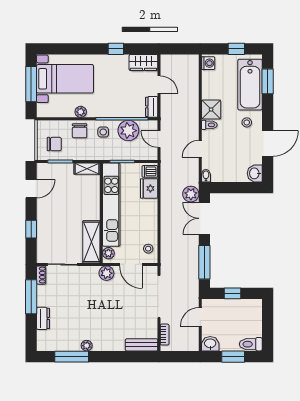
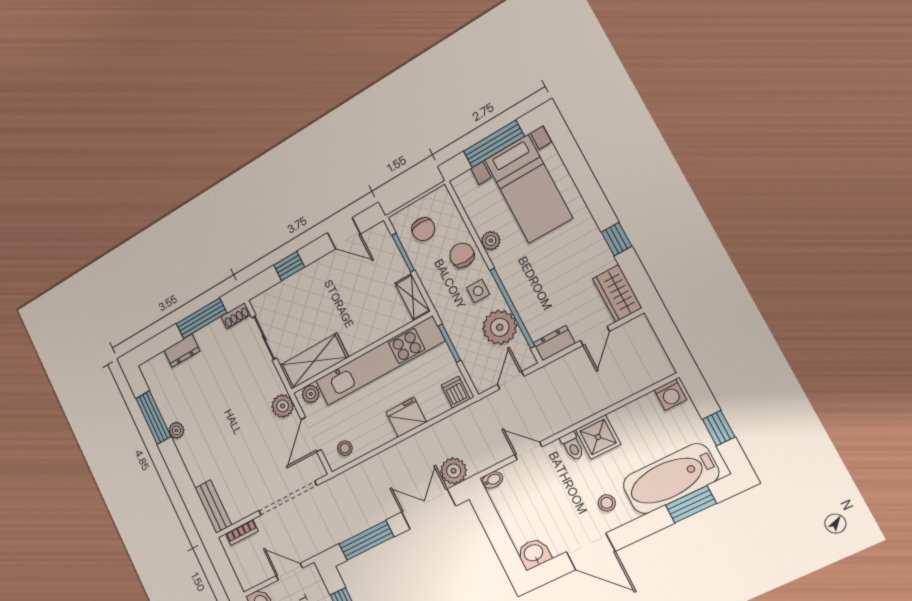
chair: (80, 131) -> (462, 255), turned 90
fridge: (149, 188) -> (406, 417), moved

